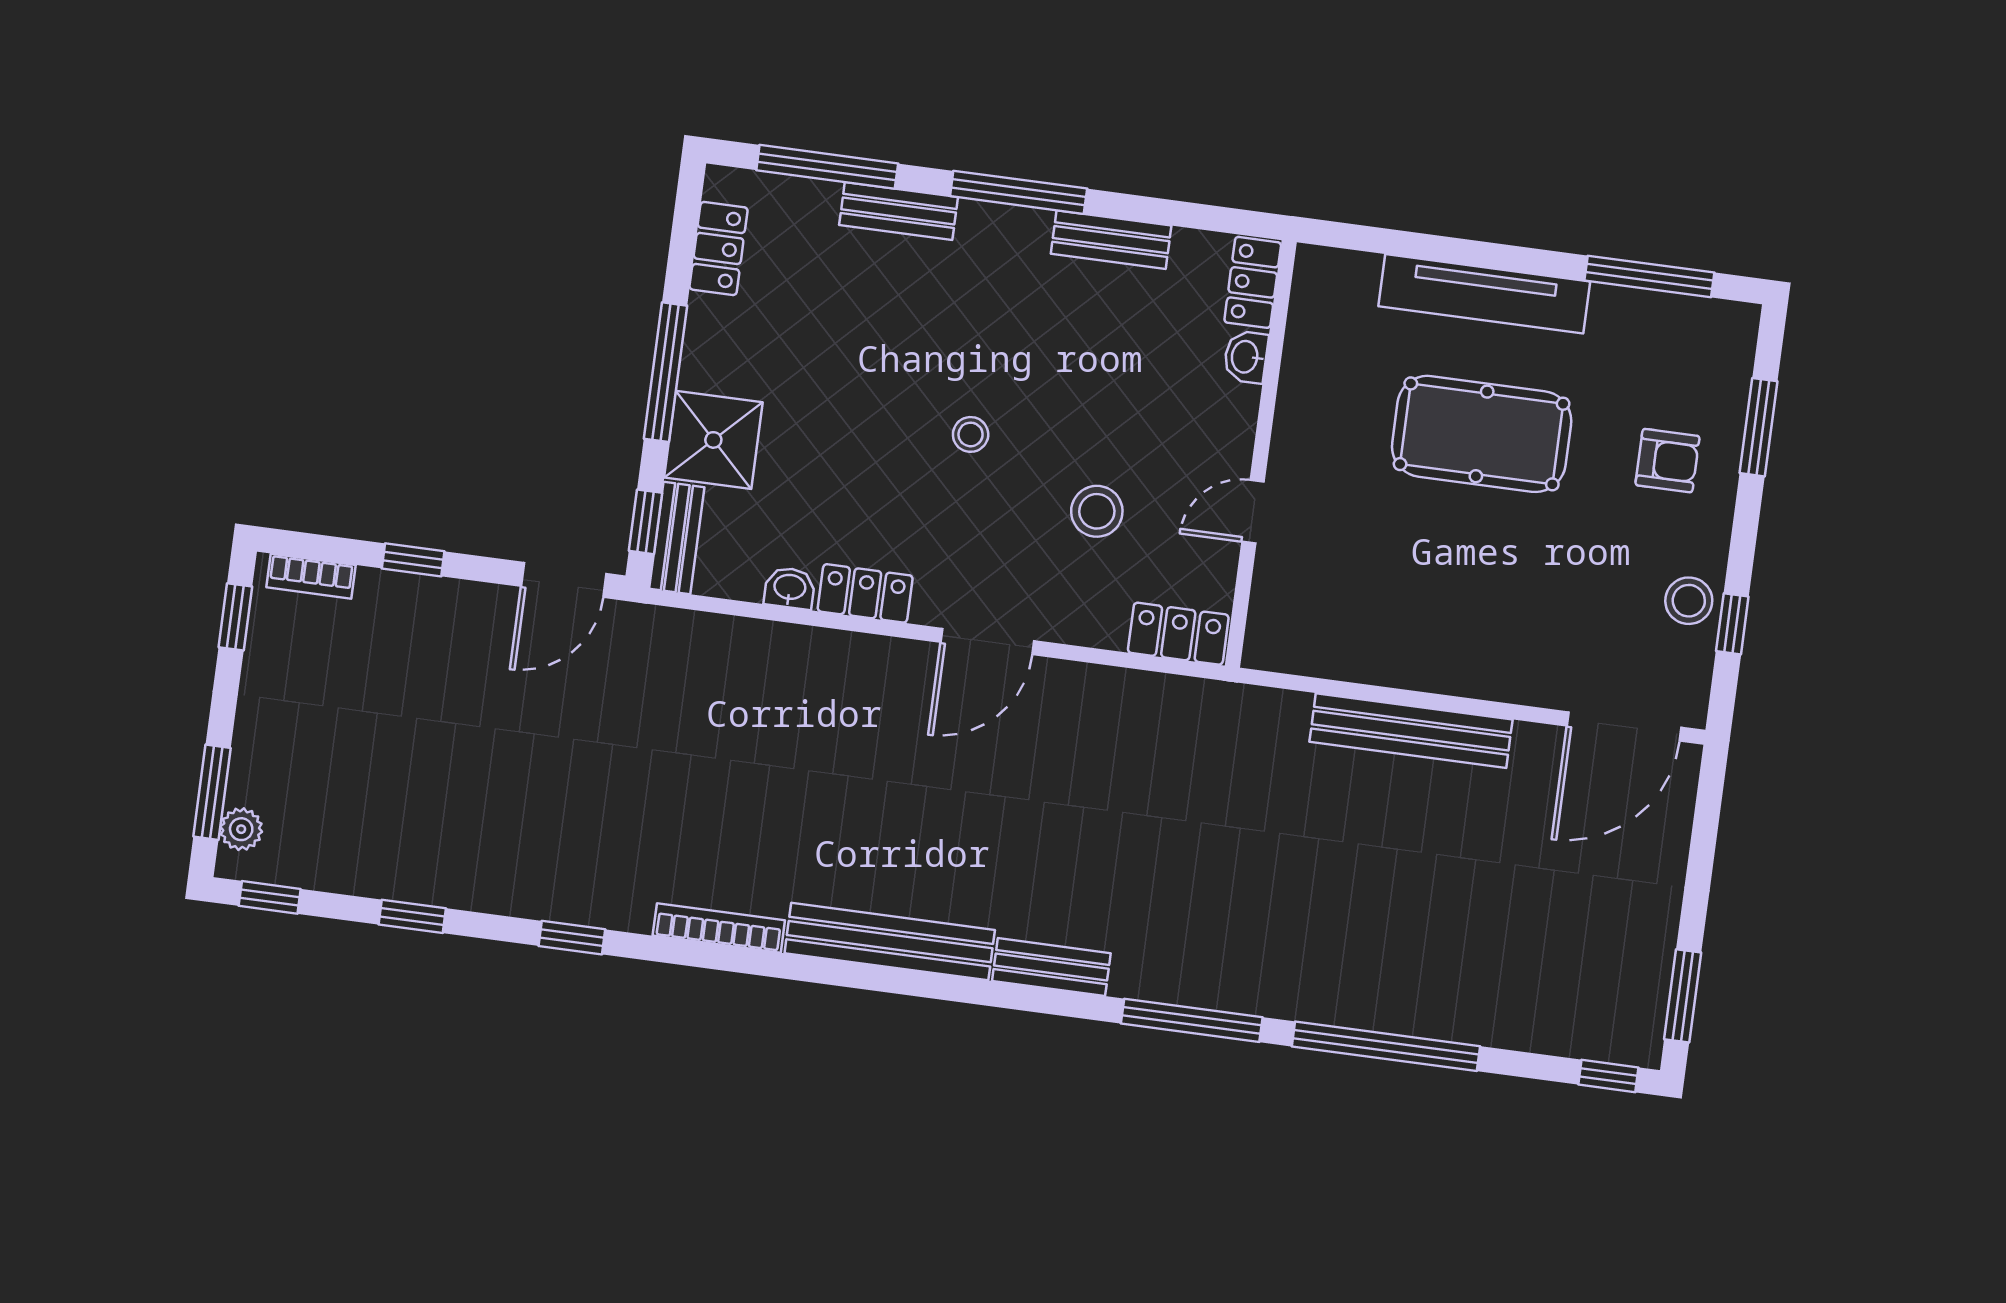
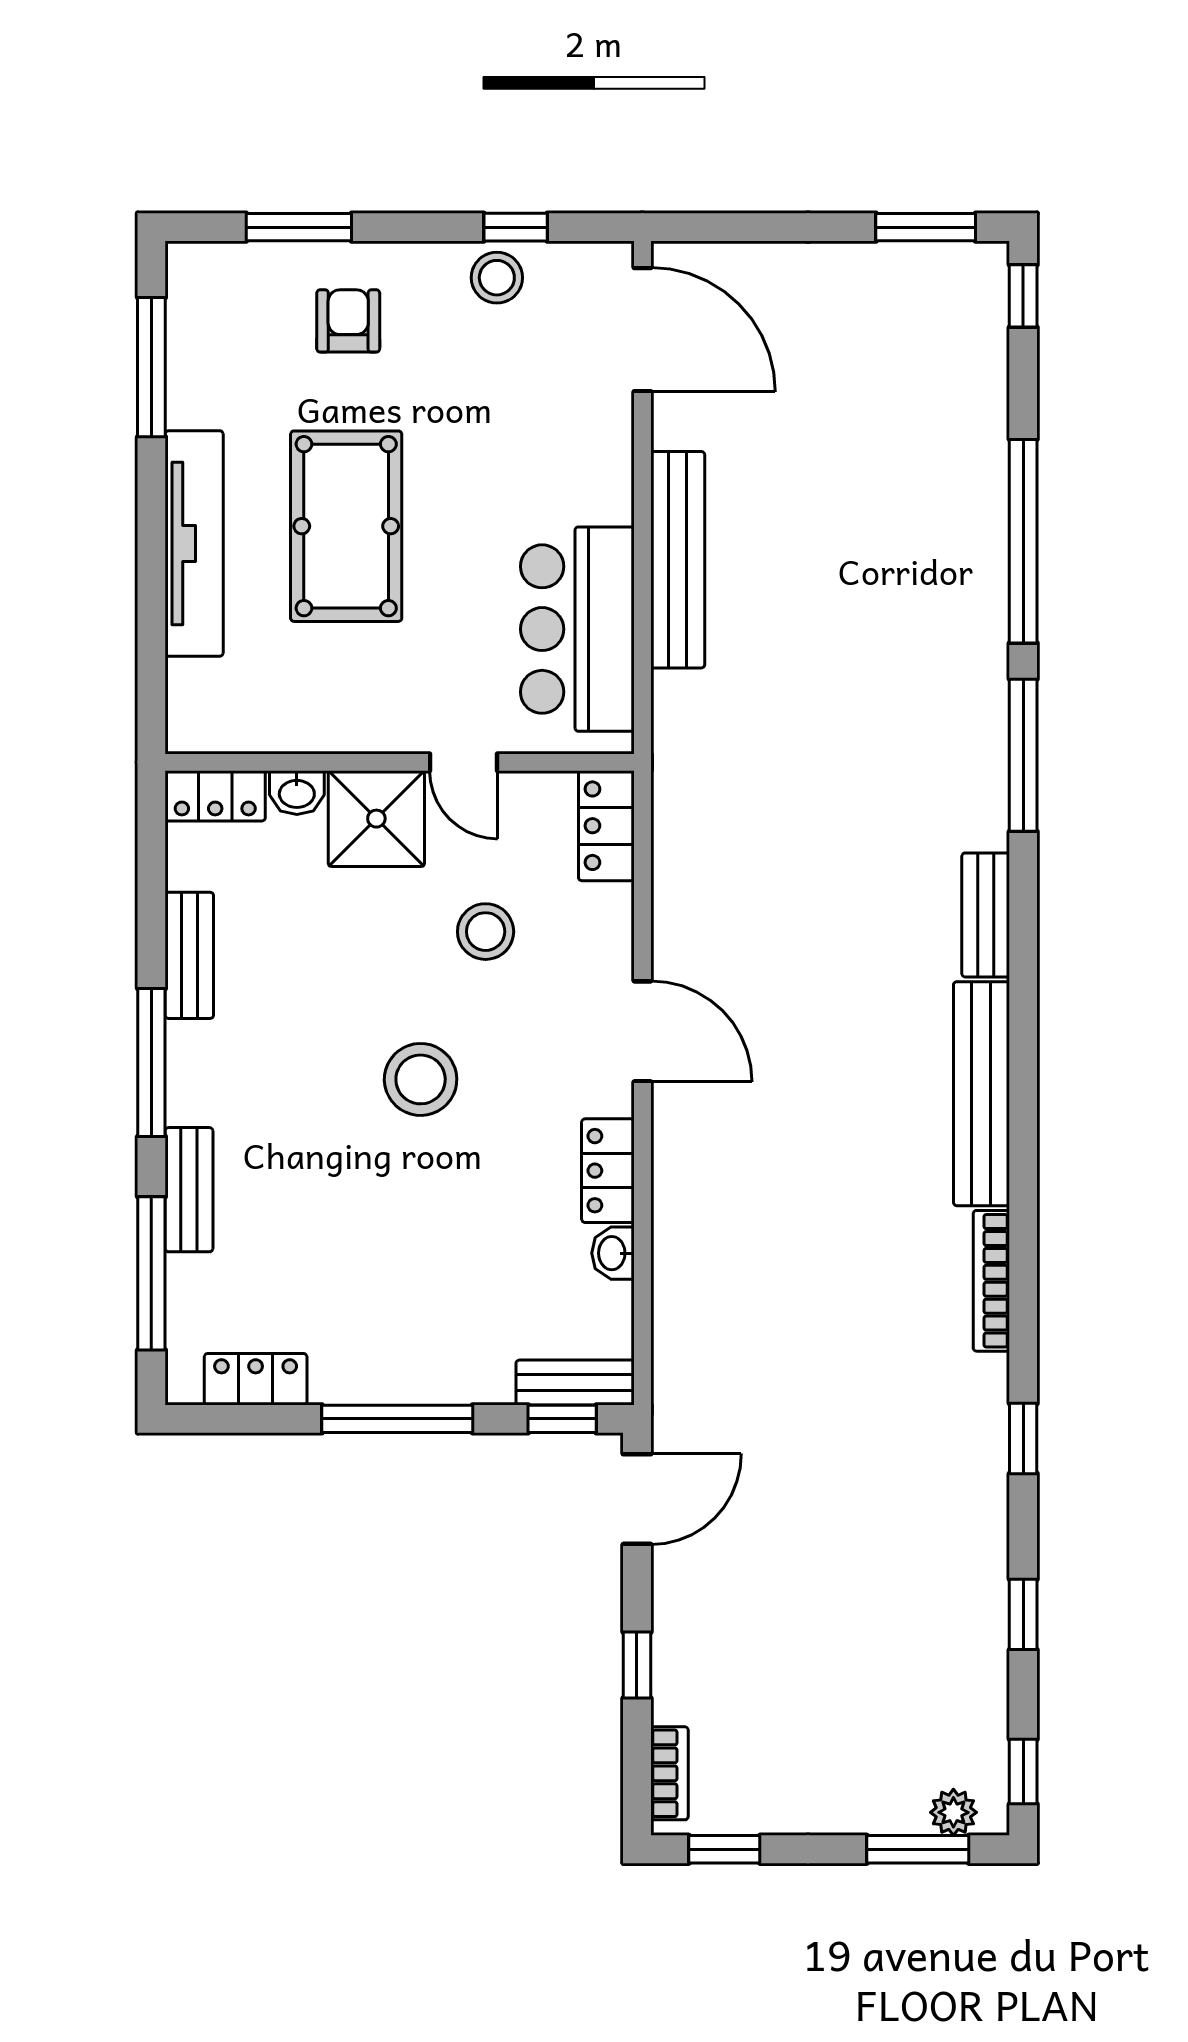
stool: (971, 434) -> (421, 1079), width x1.89, depth x1.89
shower: (713, 440) -> (376, 819), moved
door: (564, 580) -> (637, 1499), hinge flipped
bar counter: (1360, 631) -> (577, 629), added

